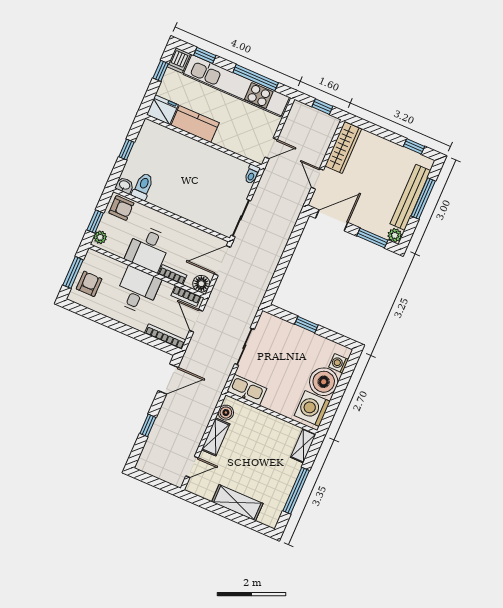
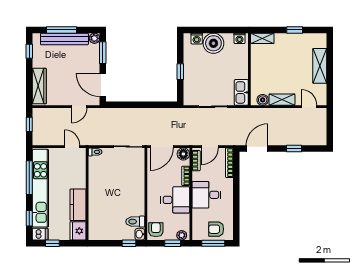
wardrobe: (343, 147) -> (39, 86), moved, turned 90
window: (127, 150) -> (129, 243), moved
door: (222, 261) -> (162, 147), hinge flipped
door: (168, 379) -> (257, 148), hinge flipped
washing machine: (312, 408) -> (239, 38), width x0.53, depth x0.53
window: (296, 491) -> (295, 30), width x0.46

